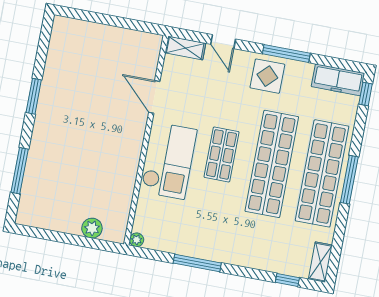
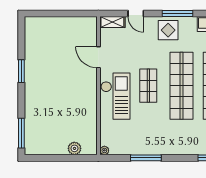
window: (20, 171) -> (21, 133), moved

